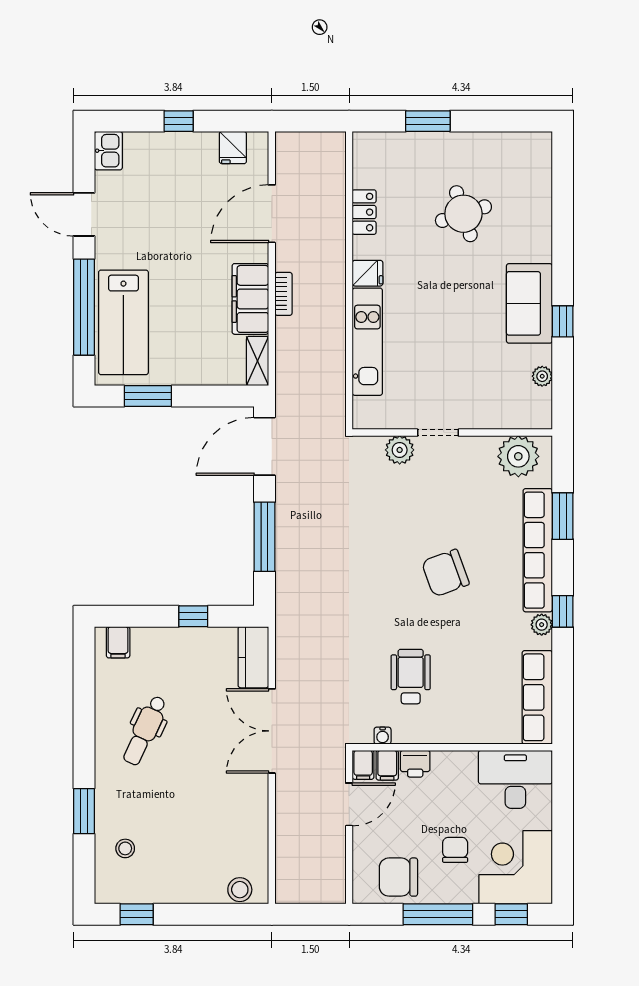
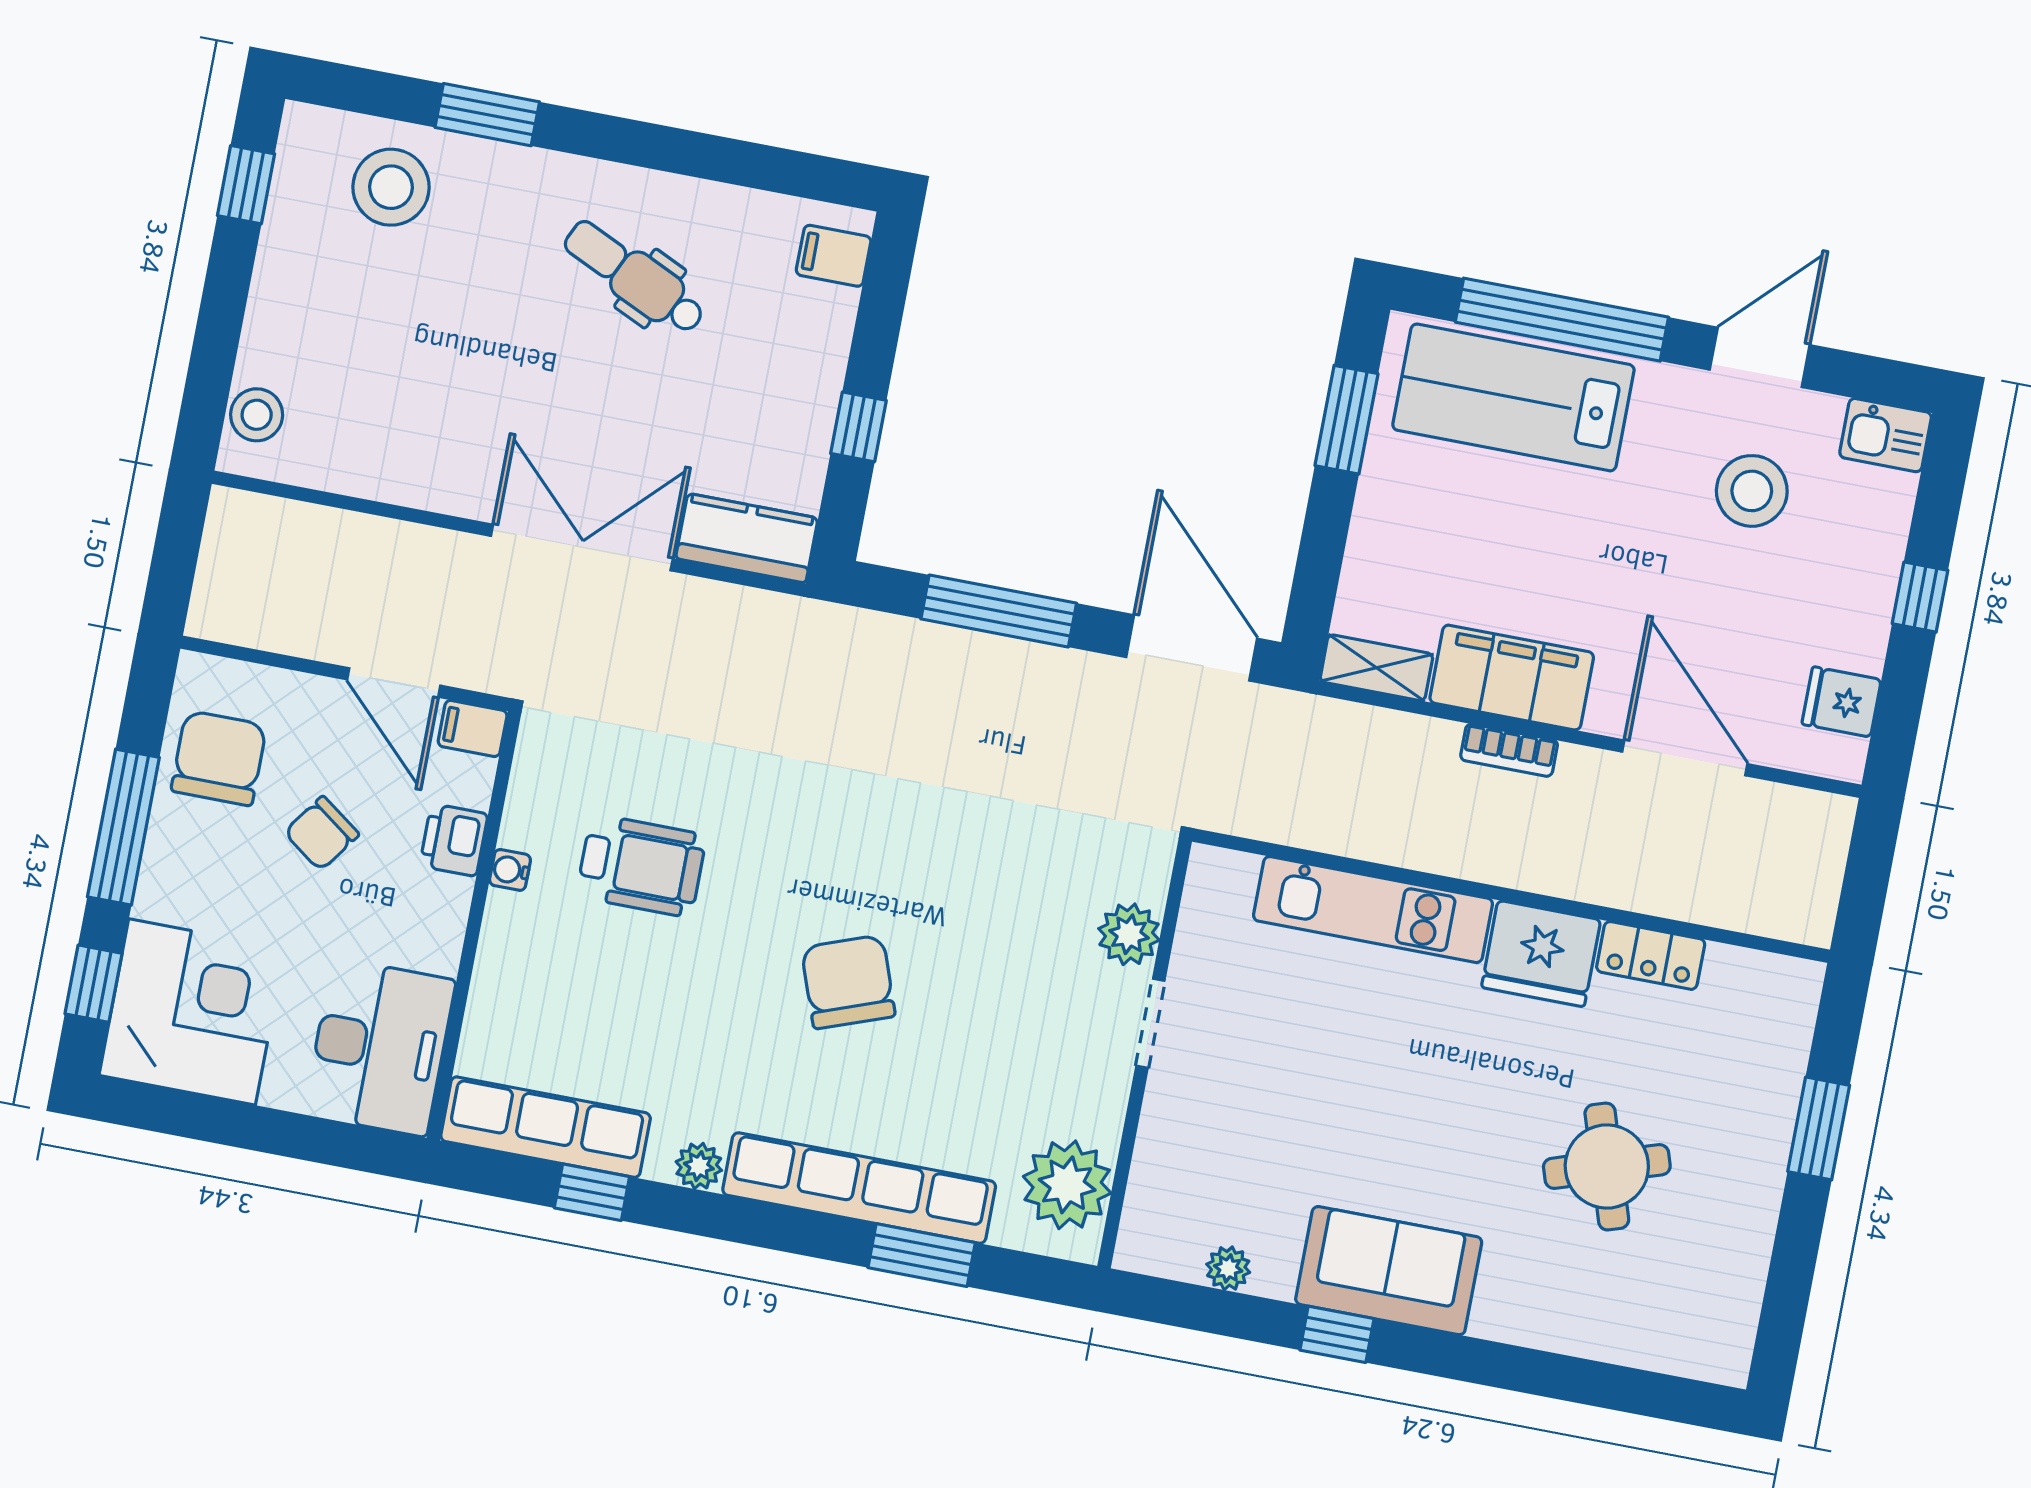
stool: (145, 206) -> (1752, 491), added
fridge: (368, 273) -> (1541, 954), width x1.88, depth x1.34
window: (563, 611) -> (592, 1192), moved
water cooler: (383, 736) -> (510, 870), moved
filing cabinet: (387, 765) -> (462, 780), removed
stool: (125, 848) -> (391, 187), width x1.89, depth x1.89
chair: (455, 850) -> (322, 833), moved, turned 126

